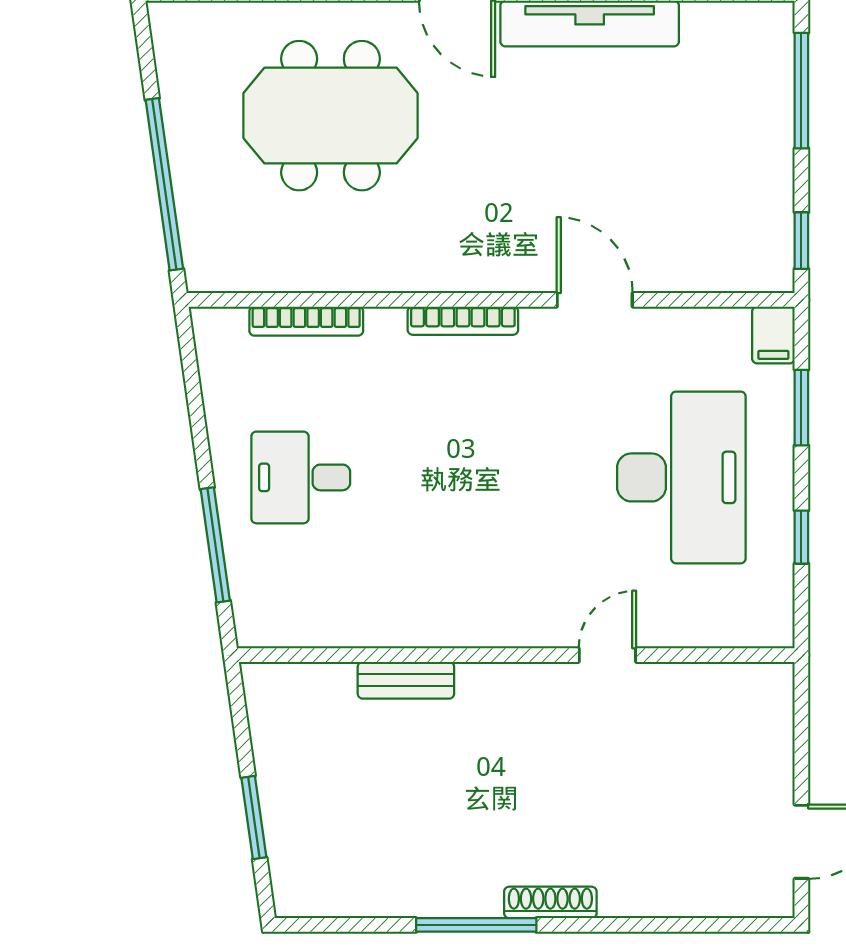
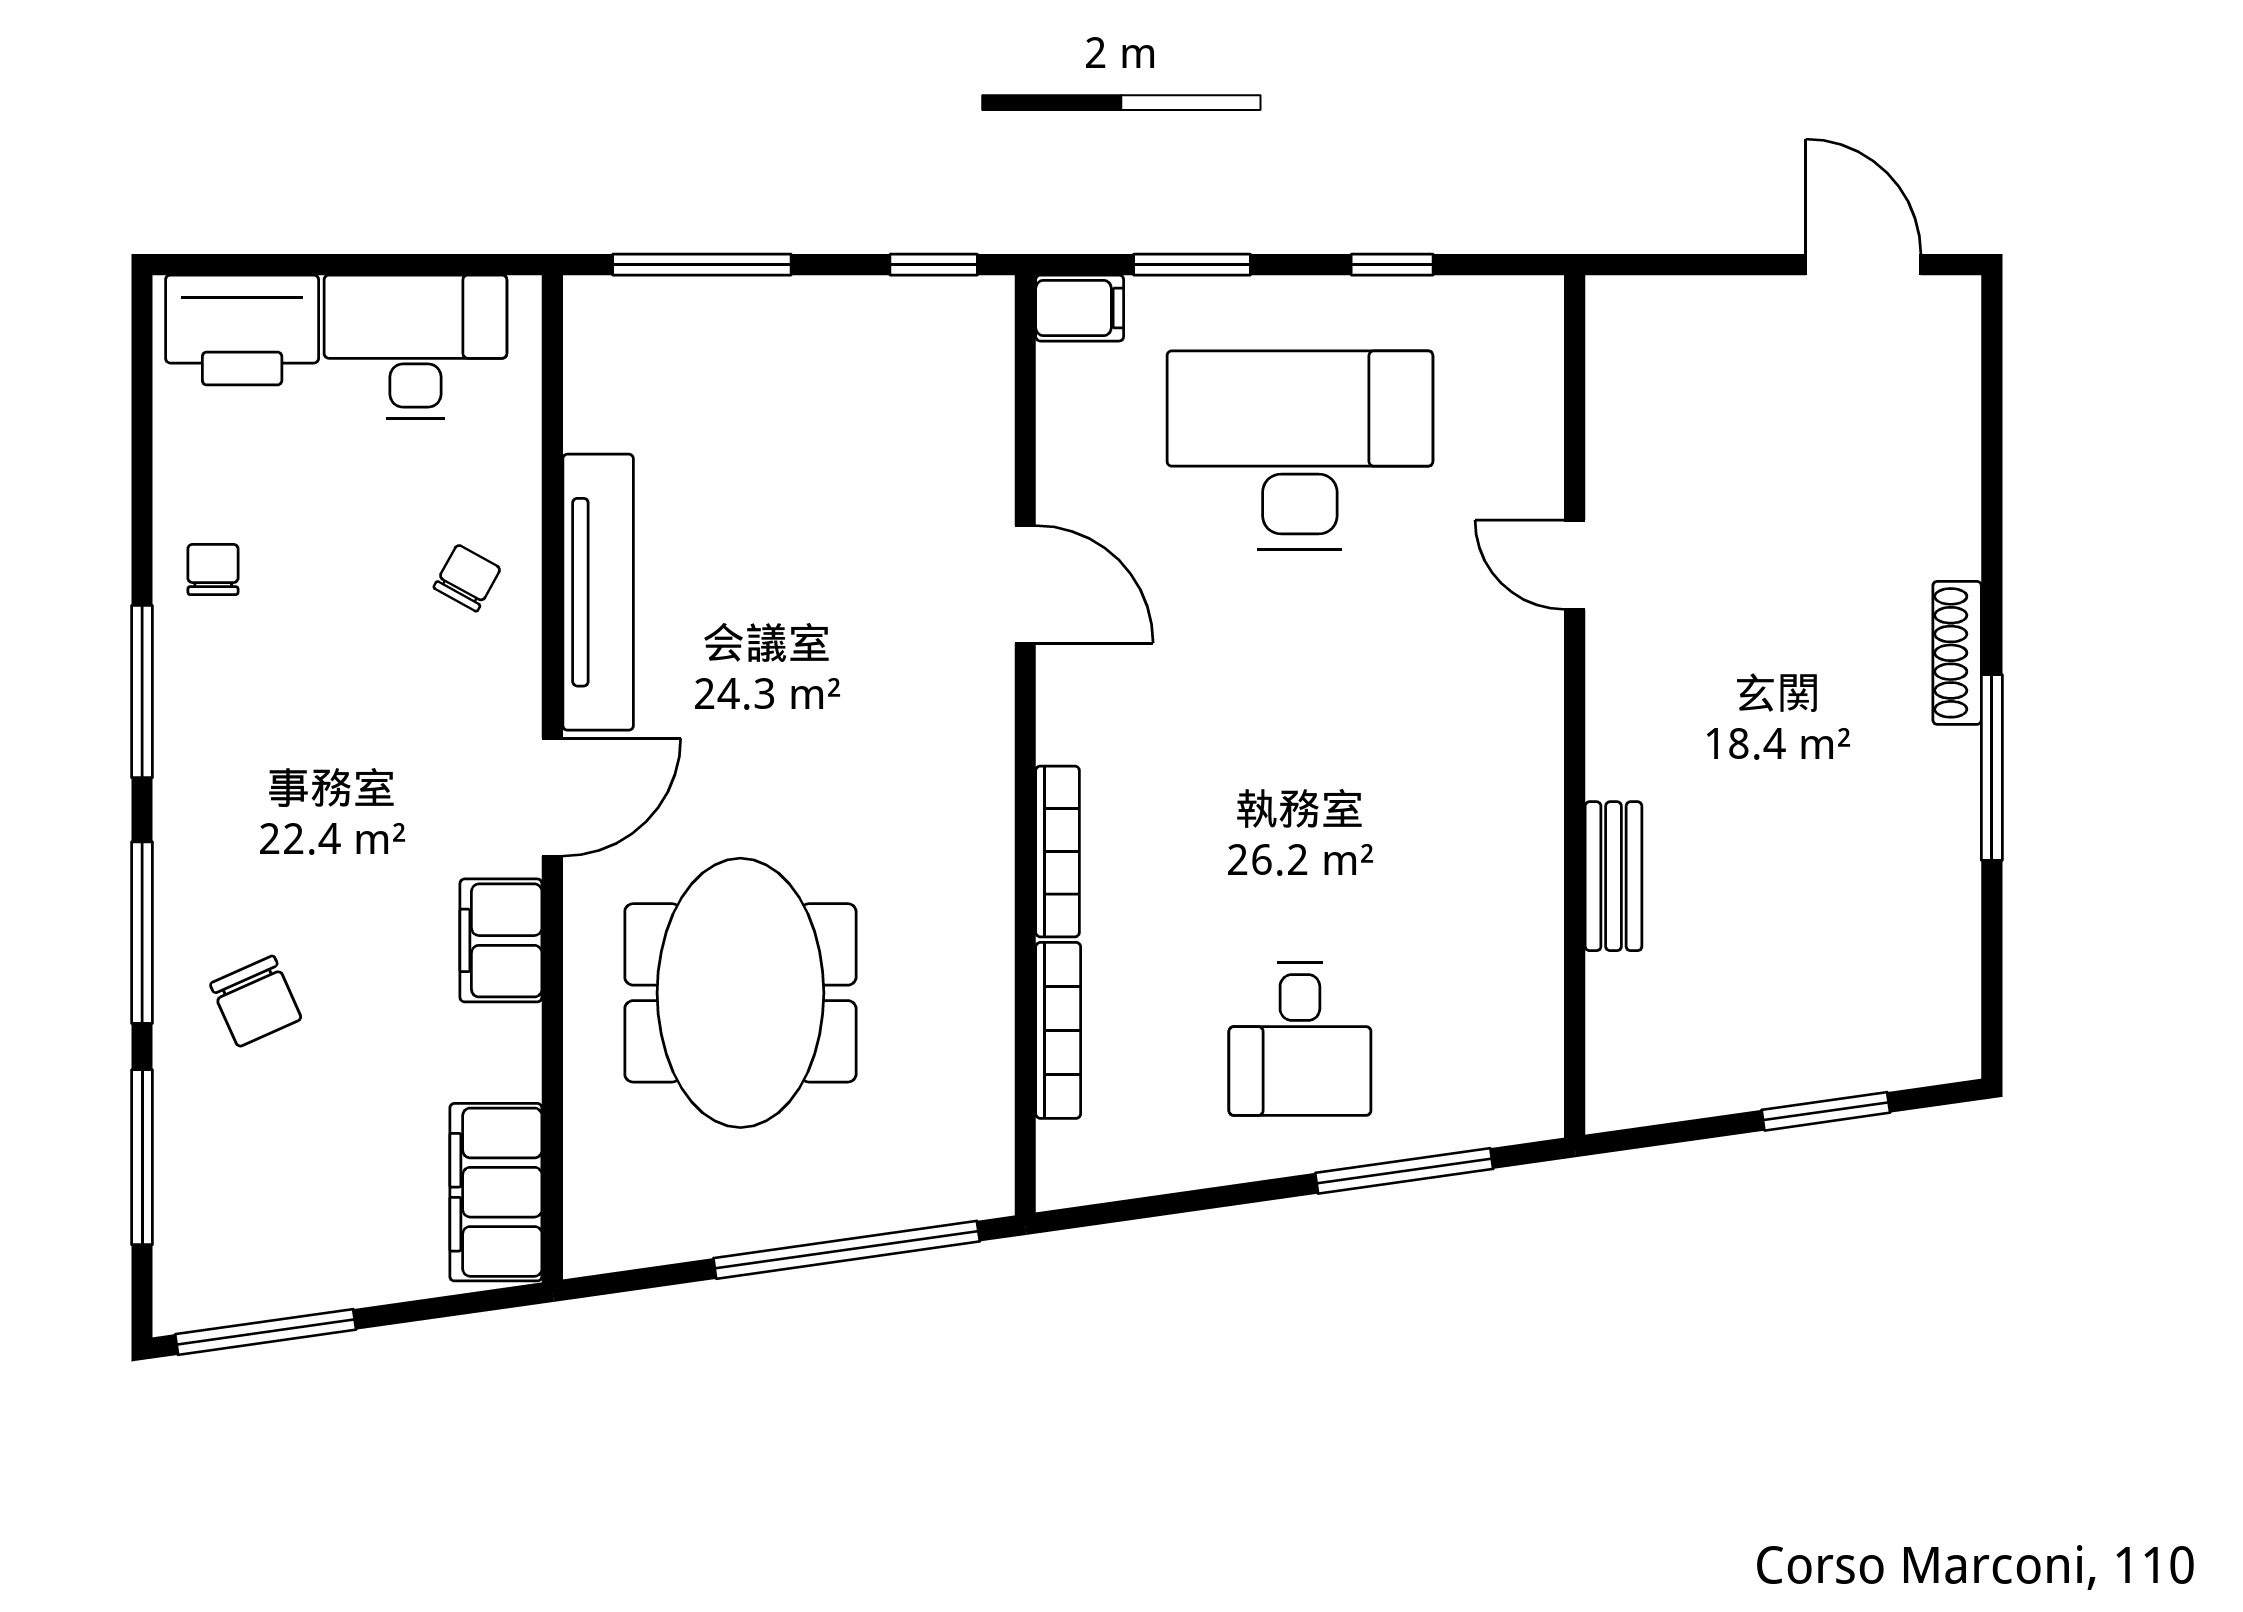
door: (595, 300) -> (1025, 584), swing flipped
bookcase: (463, 321) -> (1058, 851), moved

